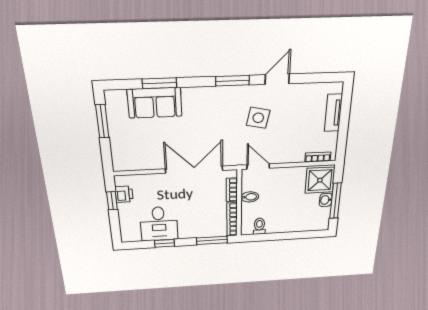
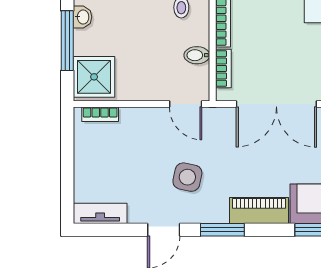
piano: (205, 96) -> (259, 210), added
tv unit: (333, 113) -> (100, 213), moved, turned -90
washbasin: (326, 200) -> (83, 17), moved

